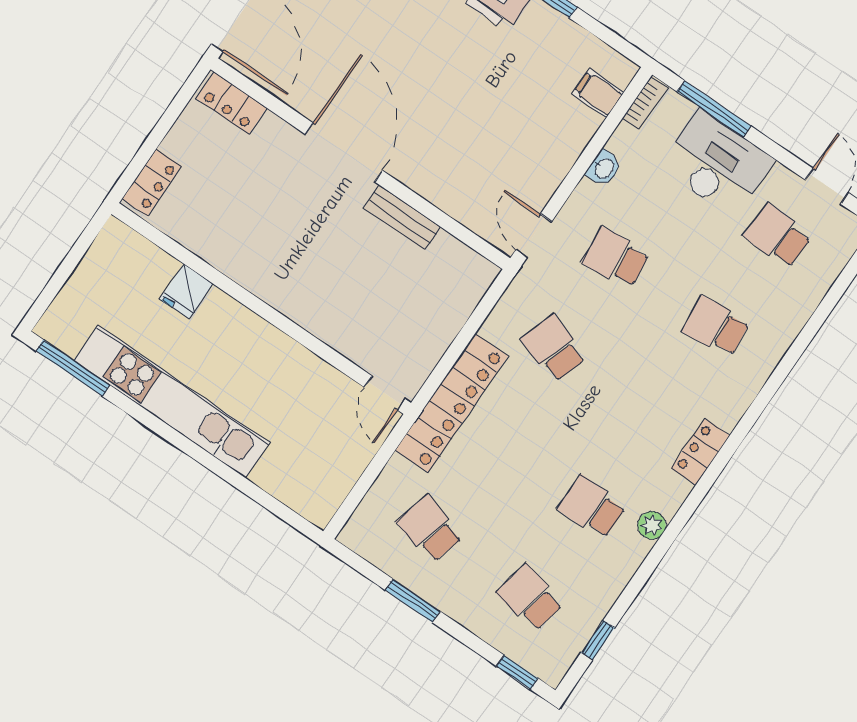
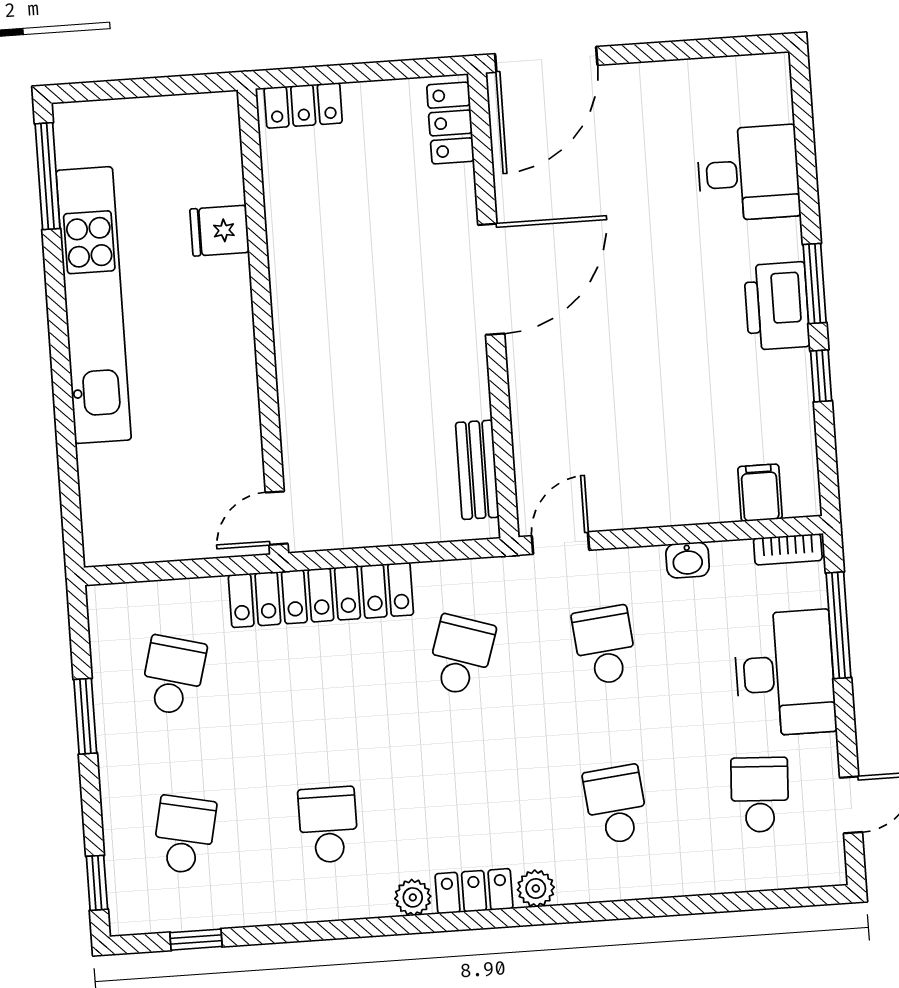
bench: (402, 217) -> (477, 470), moved
plant: (728, 414) -> (536, 888), added
plant: (652, 525) -> (413, 897), moved

